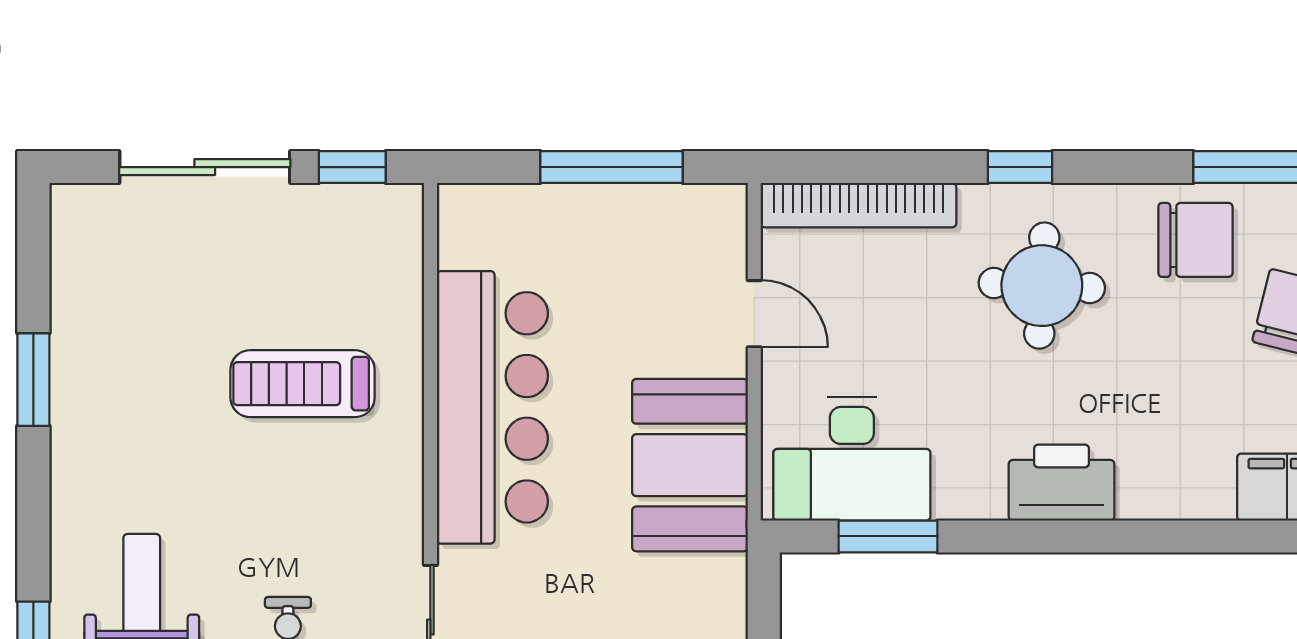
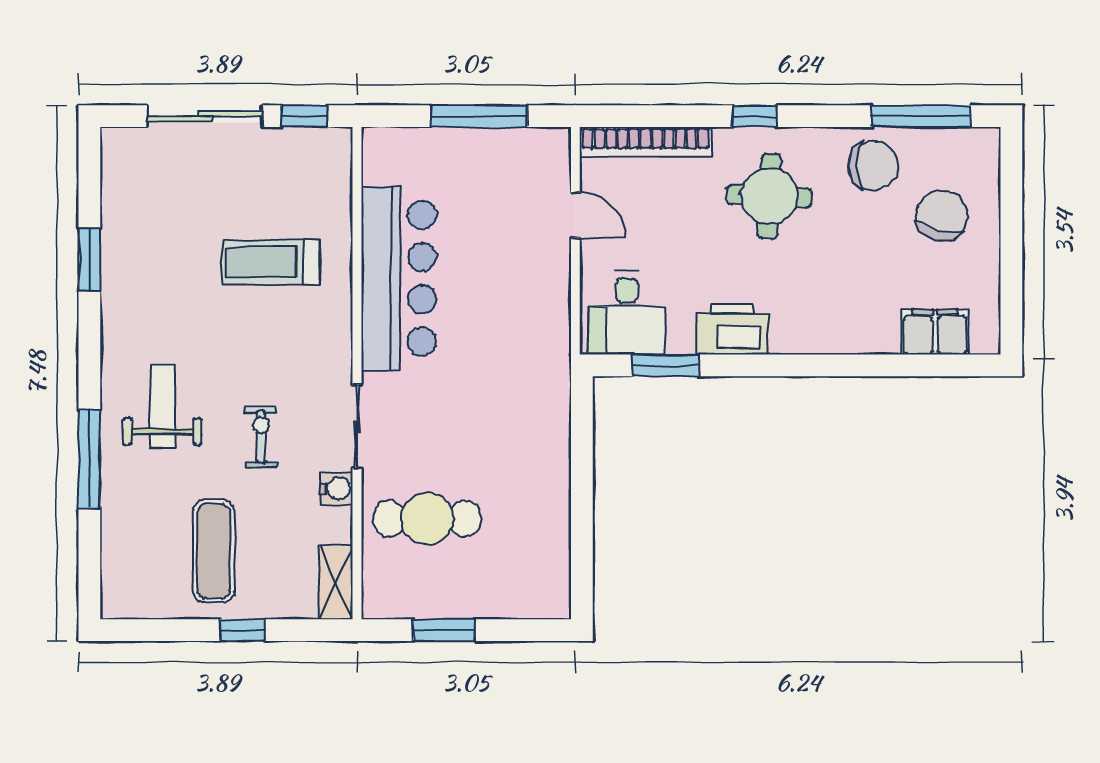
desk: (852, 459) -> (627, 313), width x0.73
booth: (690, 465) -> (532, 317), removed
printer: (1062, 483) -> (733, 329), moved

